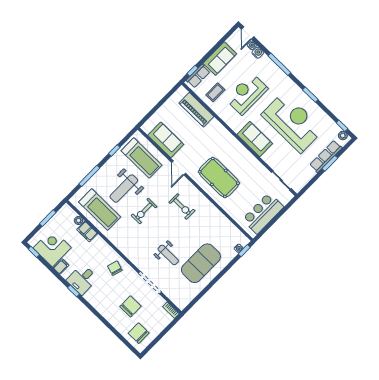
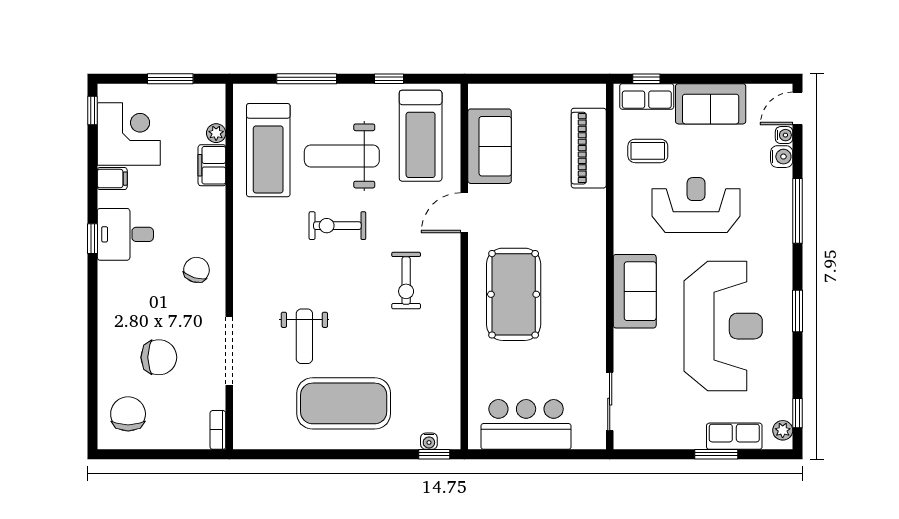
row of seats: (326, 156) -> (734, 436), width x0.68

